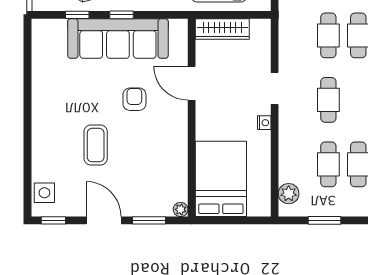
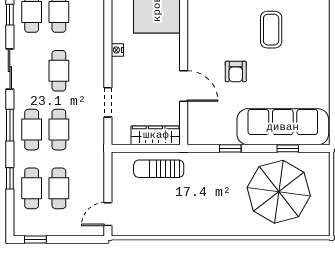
window: (121, 15) -> (230, 148), moved
sofa: (118, 39) -> (283, 127), moved
doorway: (275, 88) -> (108, 102), moved

